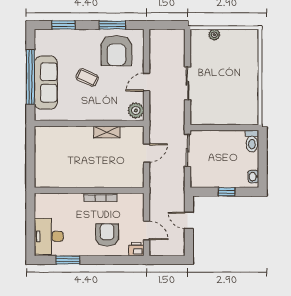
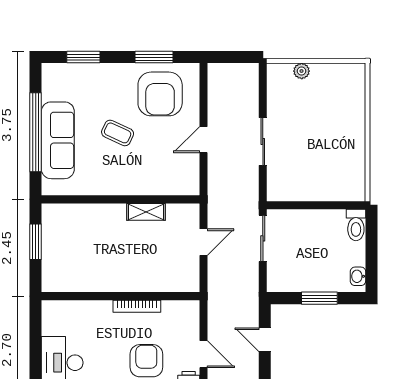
plant: (136, 111) -> (188, 181), removed
window: (30, 153) -> (36, 242), added
window: (227, 192) -> (319, 298), width x1.50

